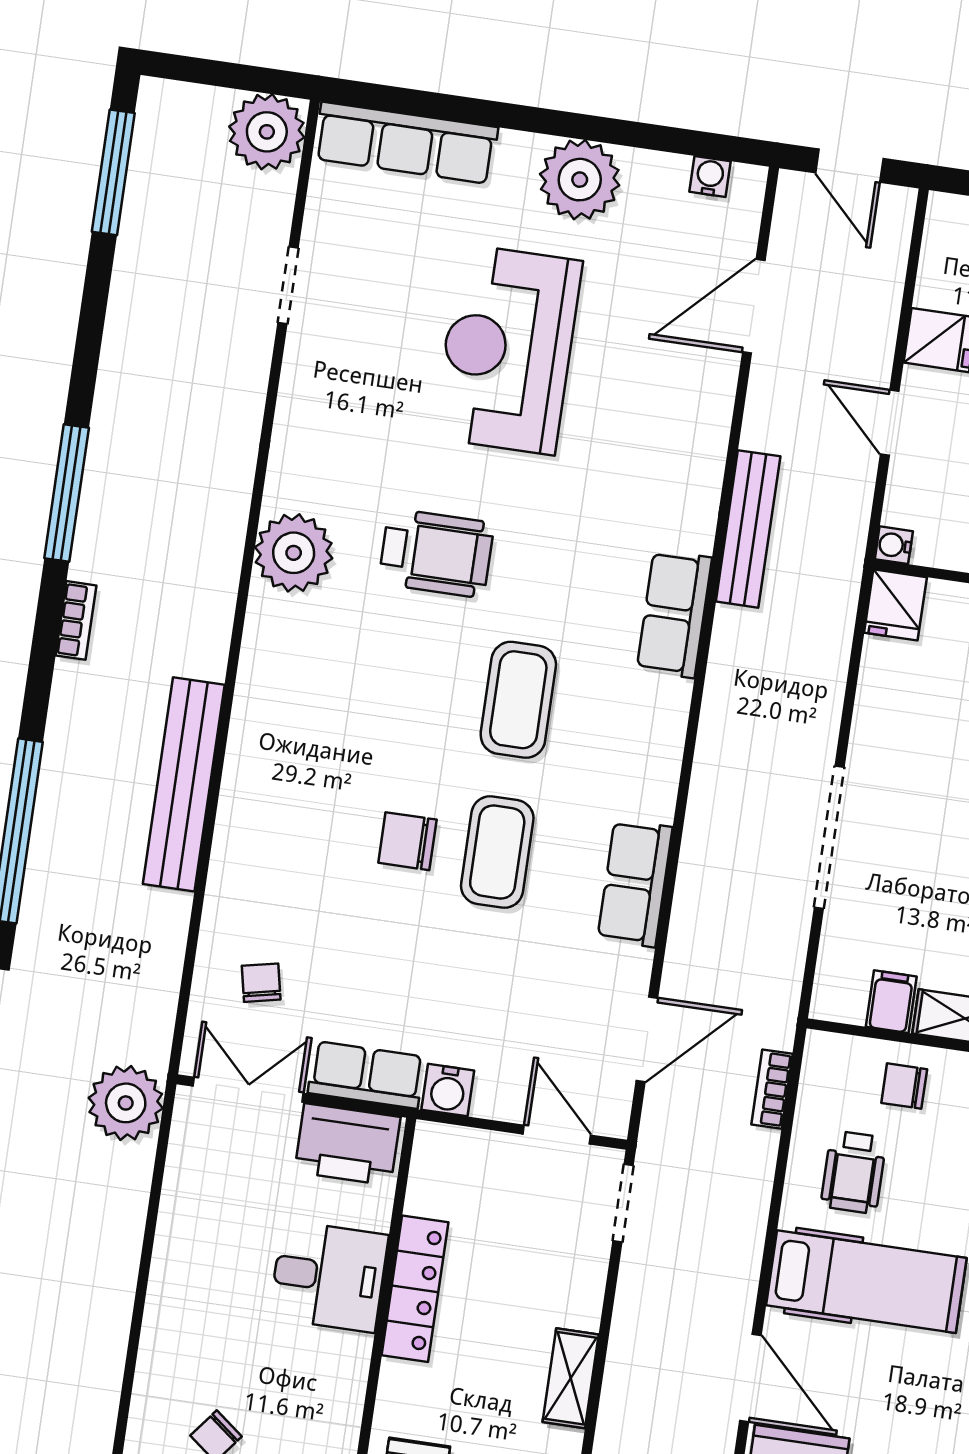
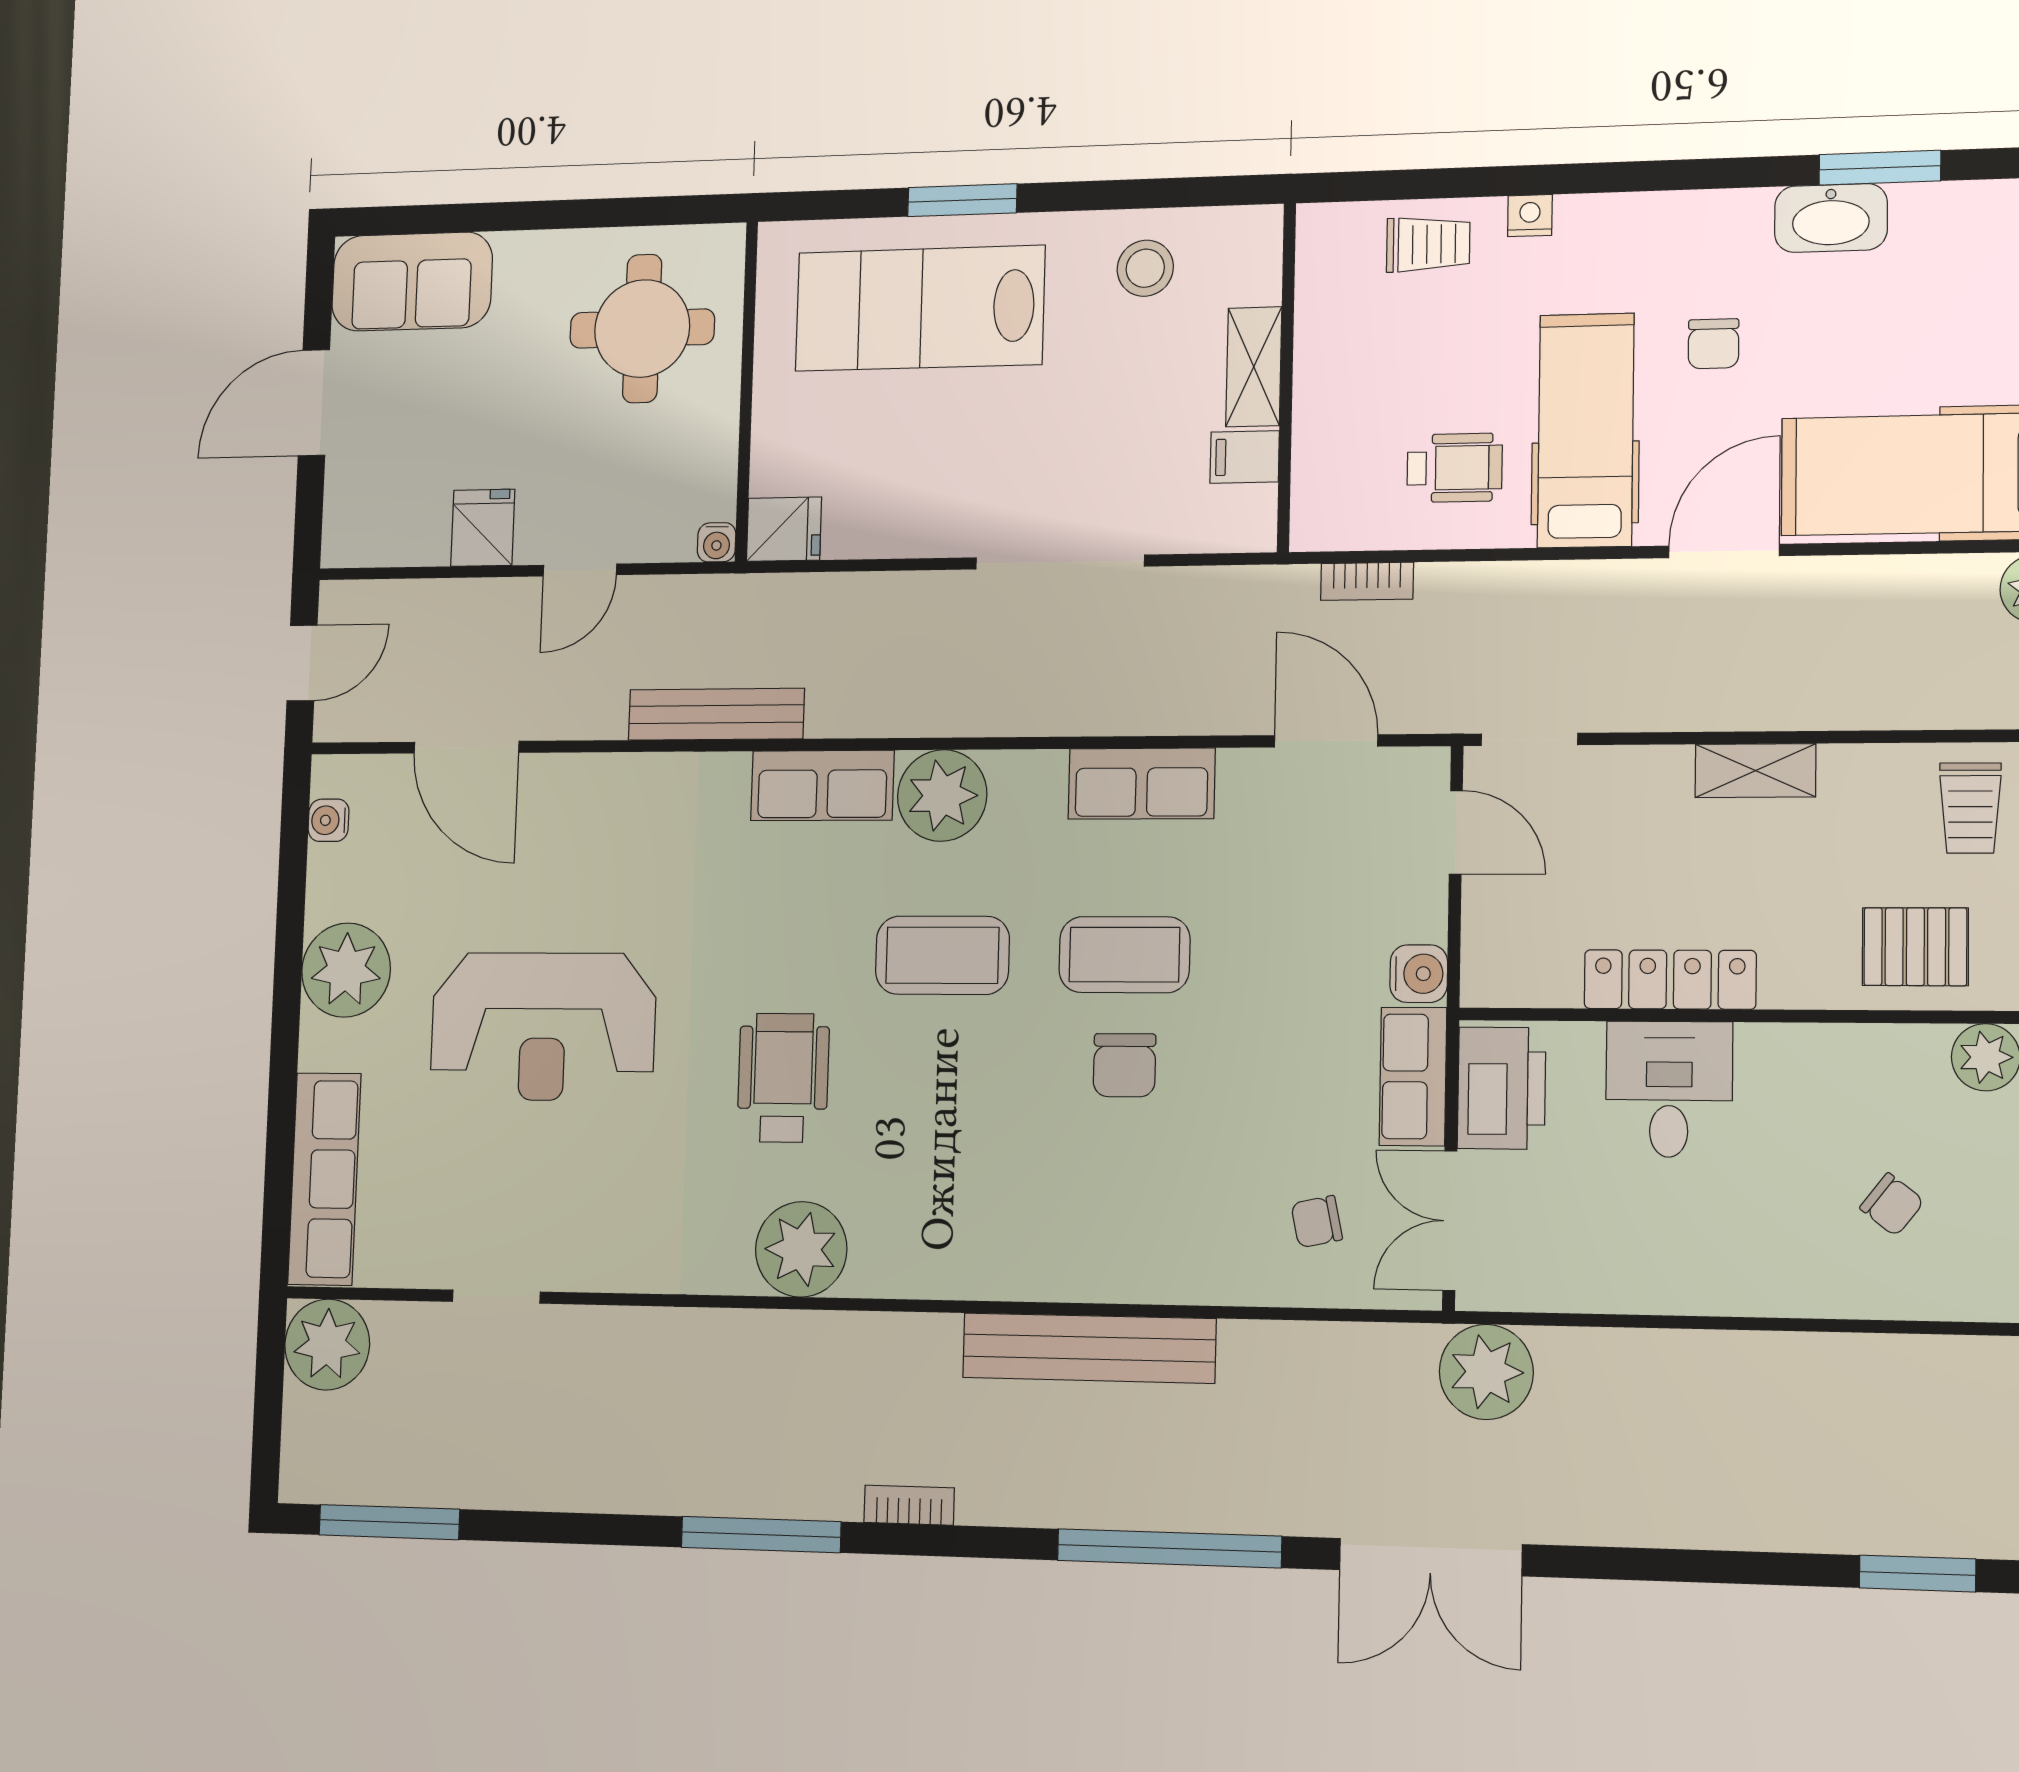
plant: (650, 715) -> (942, 795), added
chair: (904, 1086) -> (1713, 344), moved
door: (557, 1135) -> (1456, 832), swing flipped

